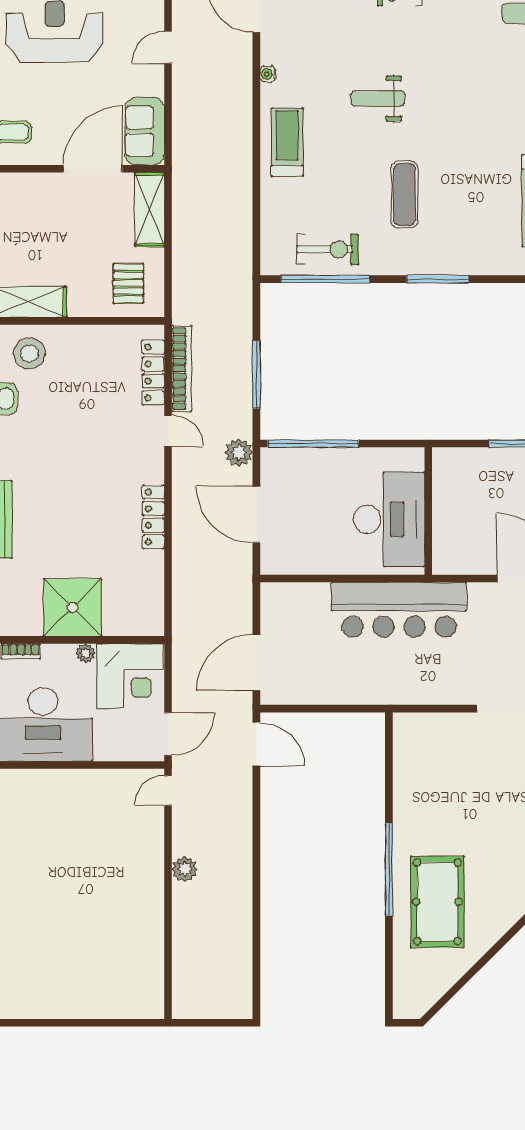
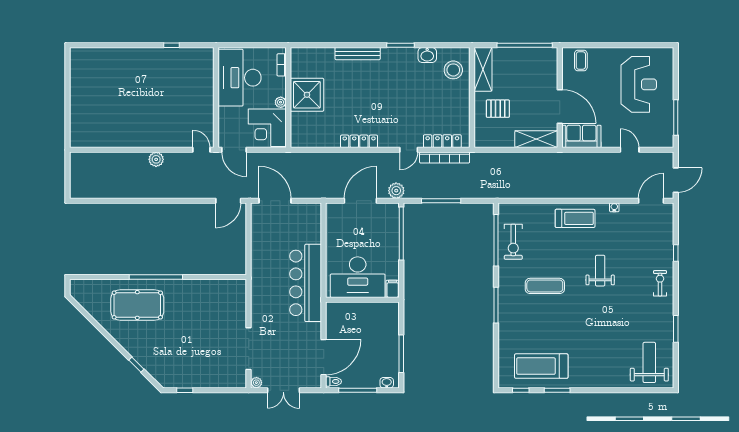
pallet: (128, 283) -> (498, 109), moved
filing cabinet: (409, 459) -> (393, 289), added

